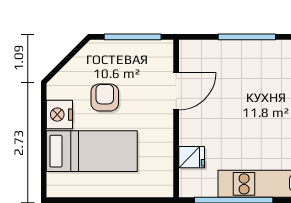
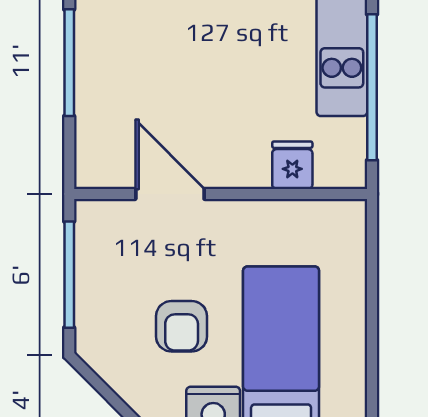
armchair: (105, 97) -> (182, 326), turned -90

